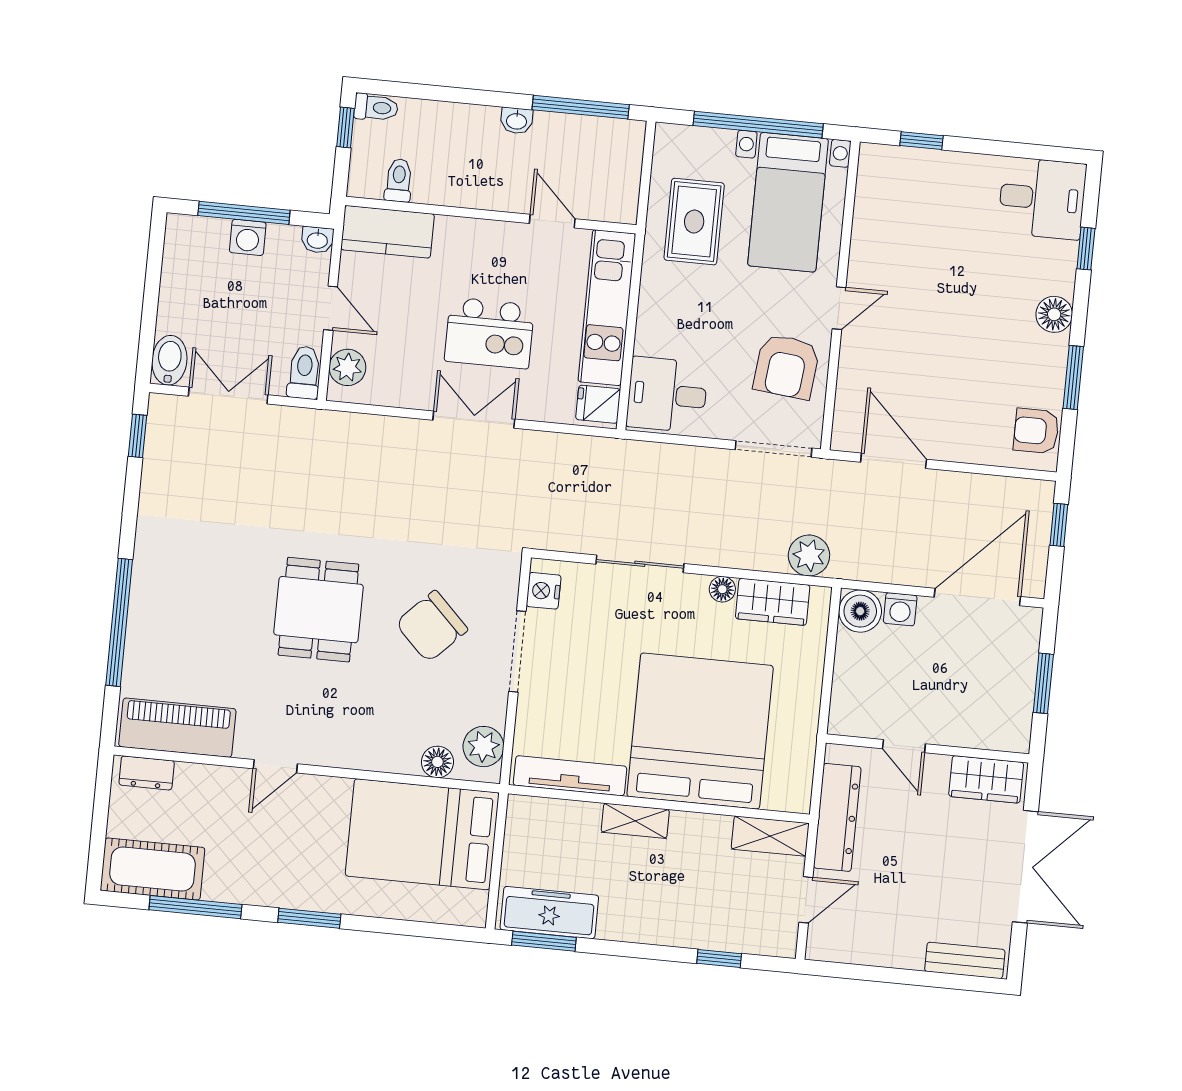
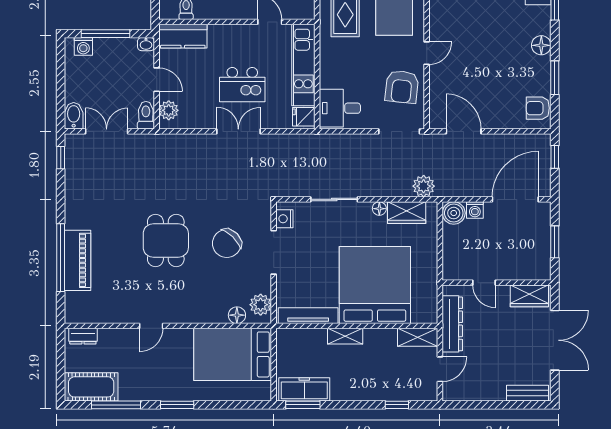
washing machine: (248, 237) -> (83, 46), moved
piano: (177, 728) -> (78, 260), moved, turned 90

